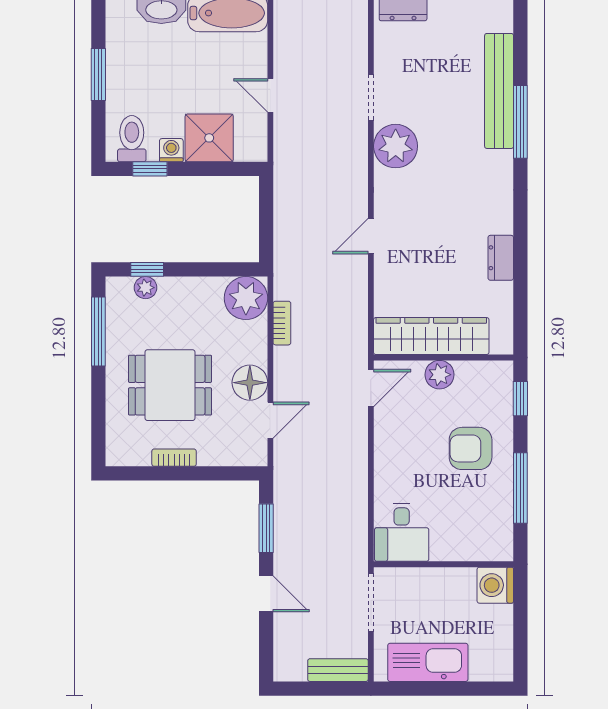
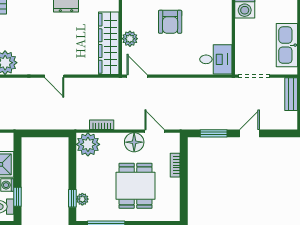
bookcase: (174, 458) -> (175, 165), moved

